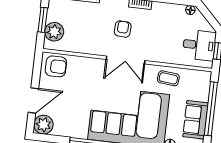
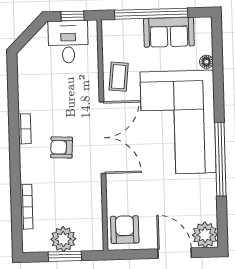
floor lamp: (190, 10) -> (23, 61), removed
plant: (54, 32) -> (63, 239), moved
double door: (126, 60) -> (102, 138), width x1.36

